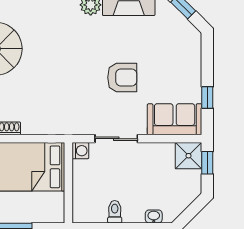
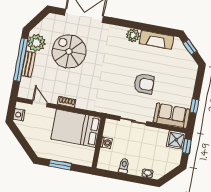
washing machine: (80, 151) -> (106, 143), moved

